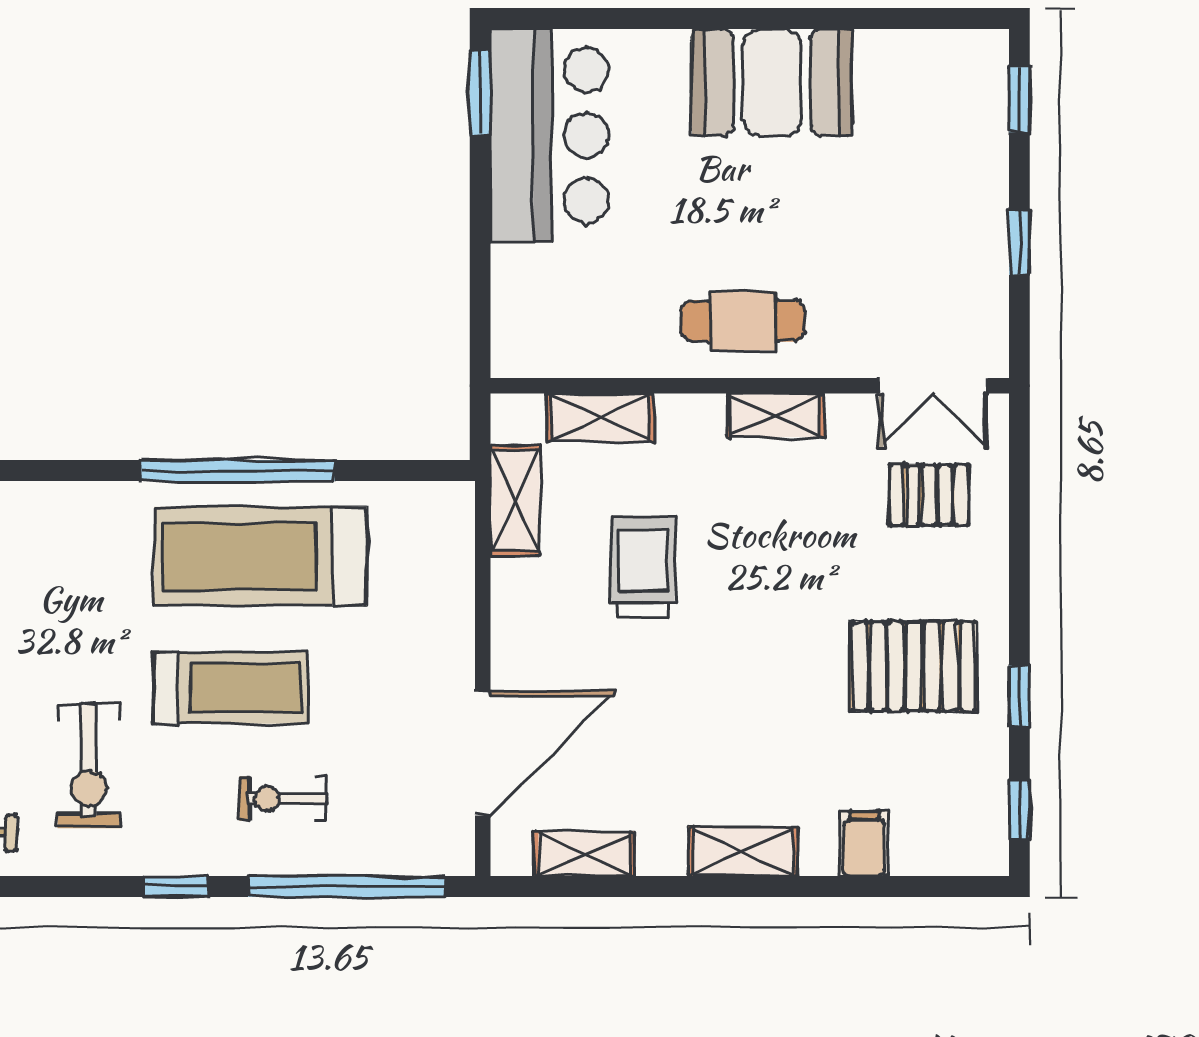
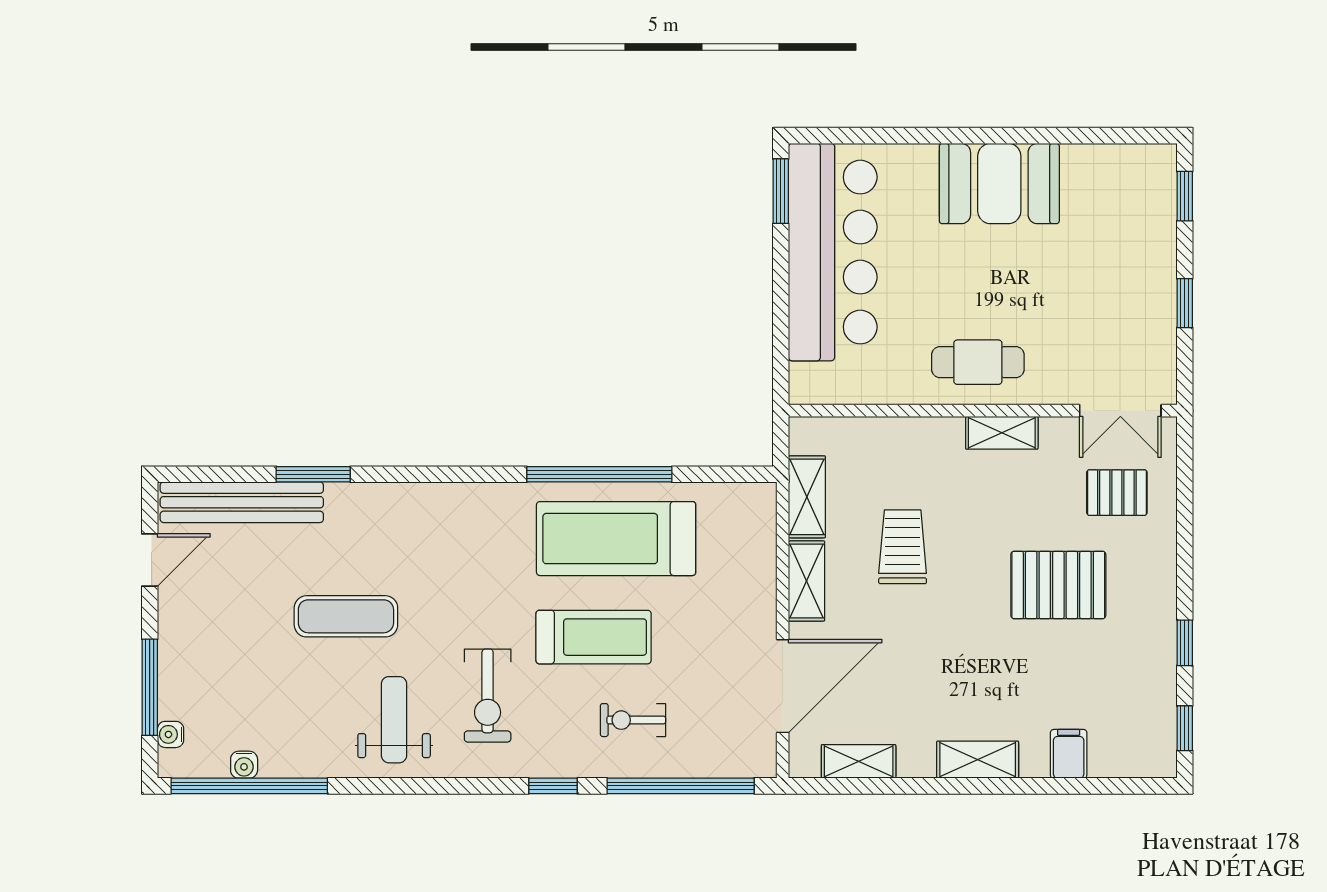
bar counter: (550, 135) -> (833, 252), width x1.36
shelving: (600, 417) -> (806, 581), moved, turned 90
pallet: (914, 666) -> (1058, 585), moved

